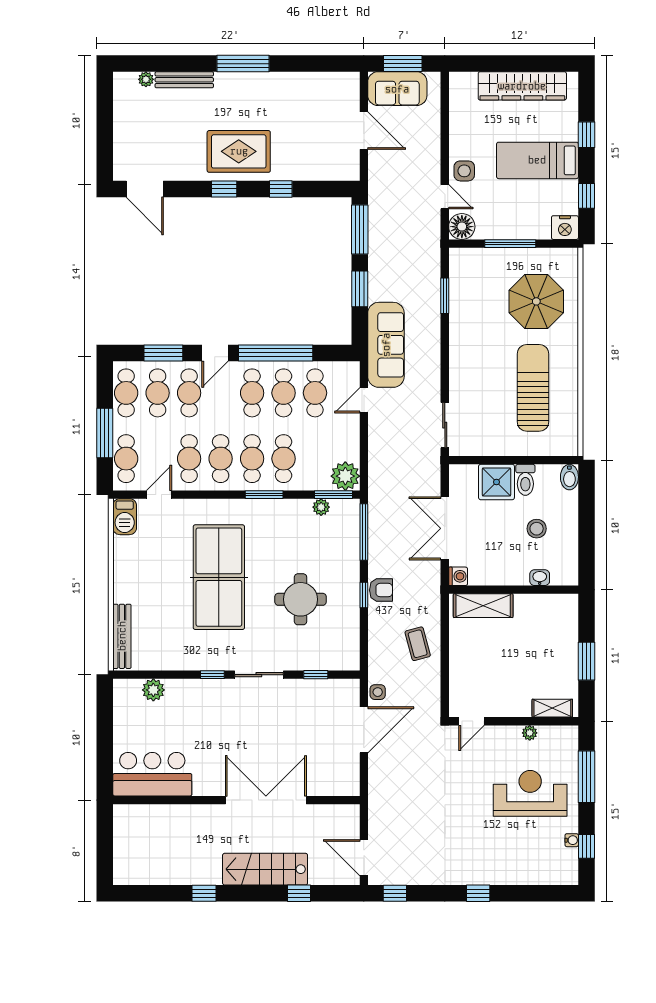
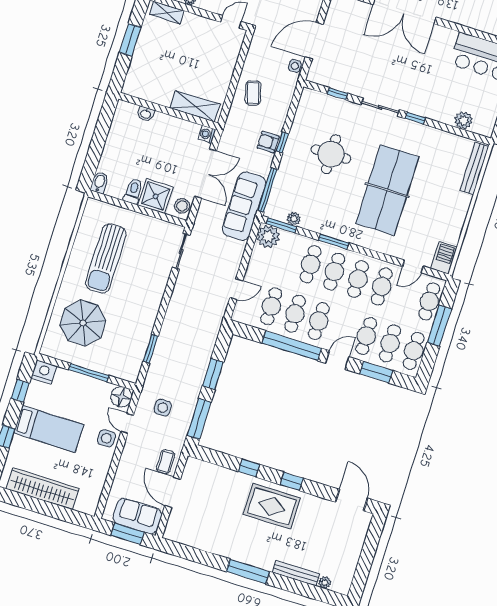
coffee table: (384, 165) -> (166, 462), added
side table: (408, 229) -> (163, 408), added
sofa: (386, 345) -> (244, 206), moved
stool: (537, 529) -> (182, 206), moved

